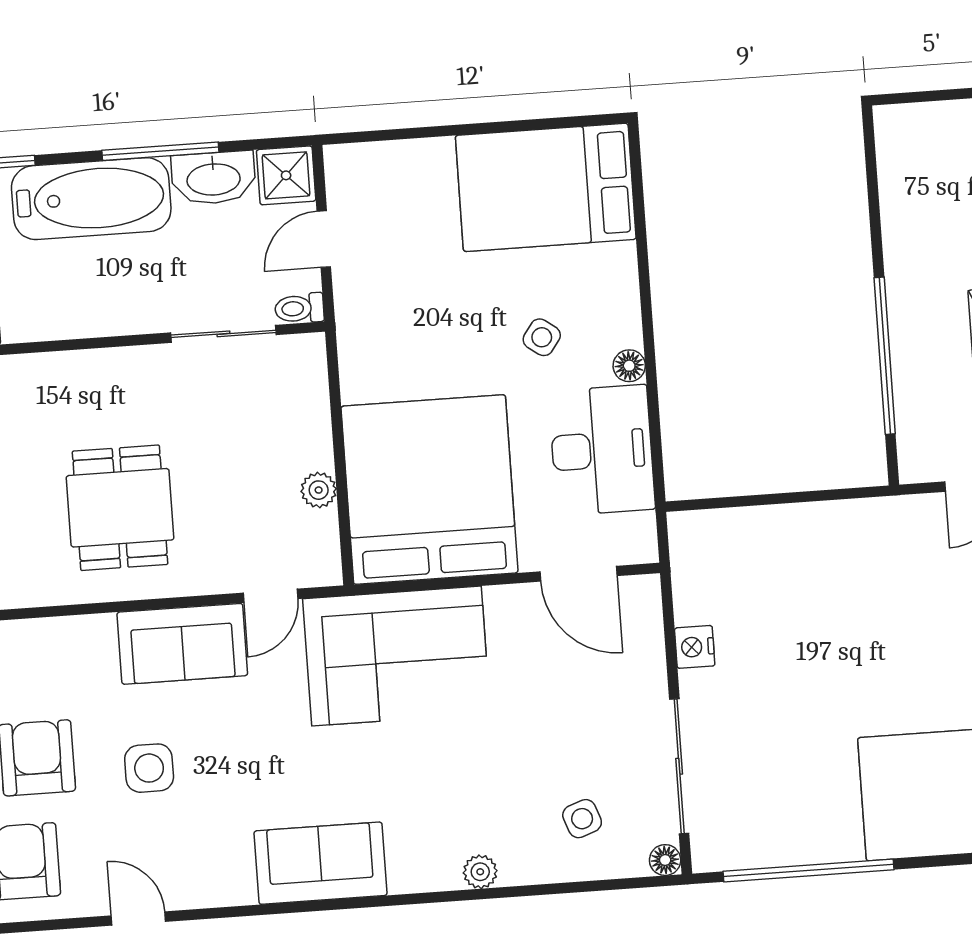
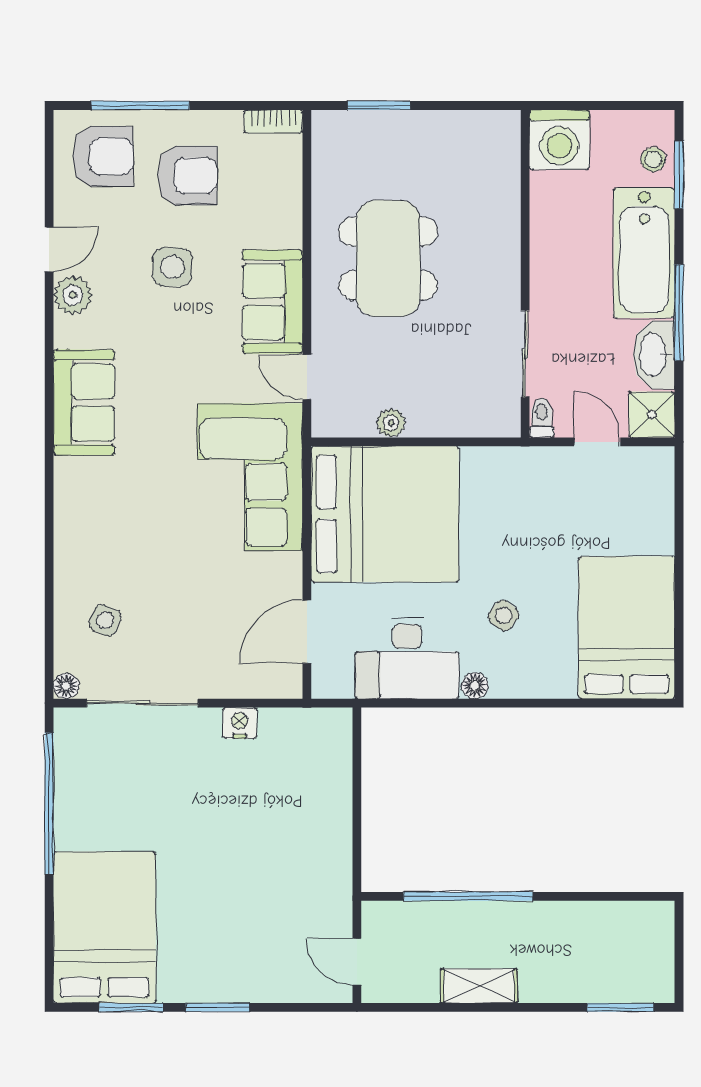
dining table: (120, 508) -> (388, 258), width x1.38
side table: (582, 819) -> (105, 620), turned 45
plant: (480, 872) -> (73, 295), moved, width x1.38, depth x1.38

